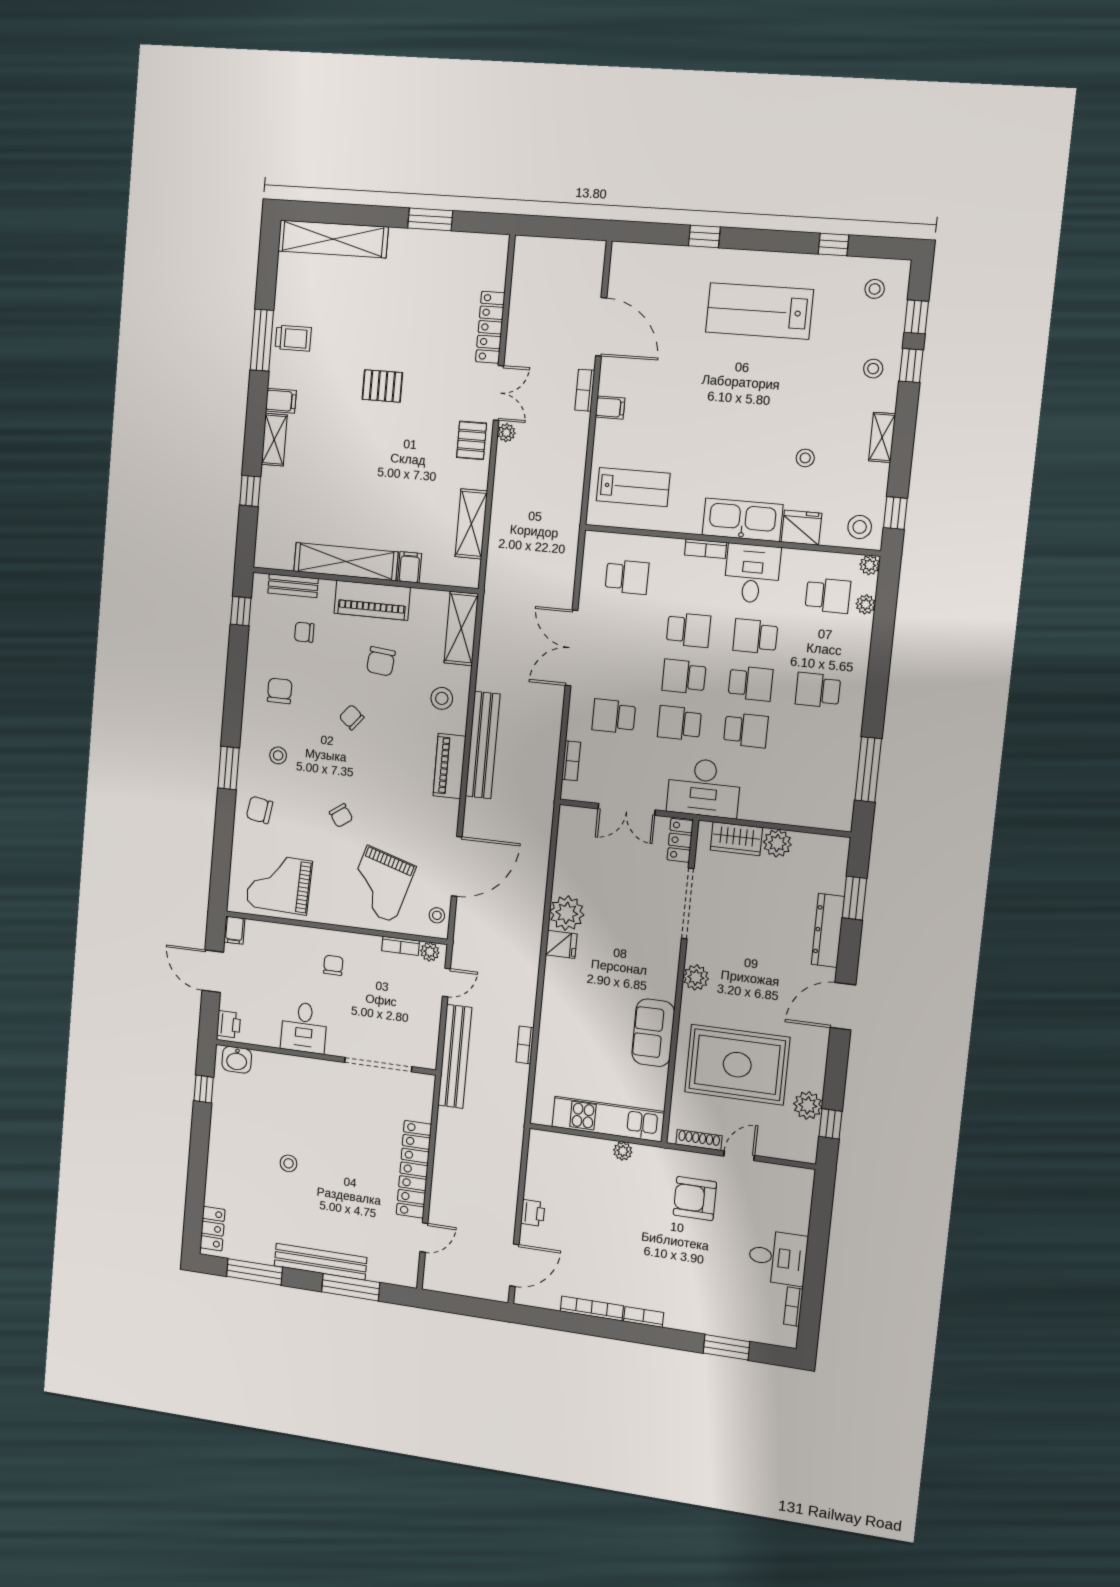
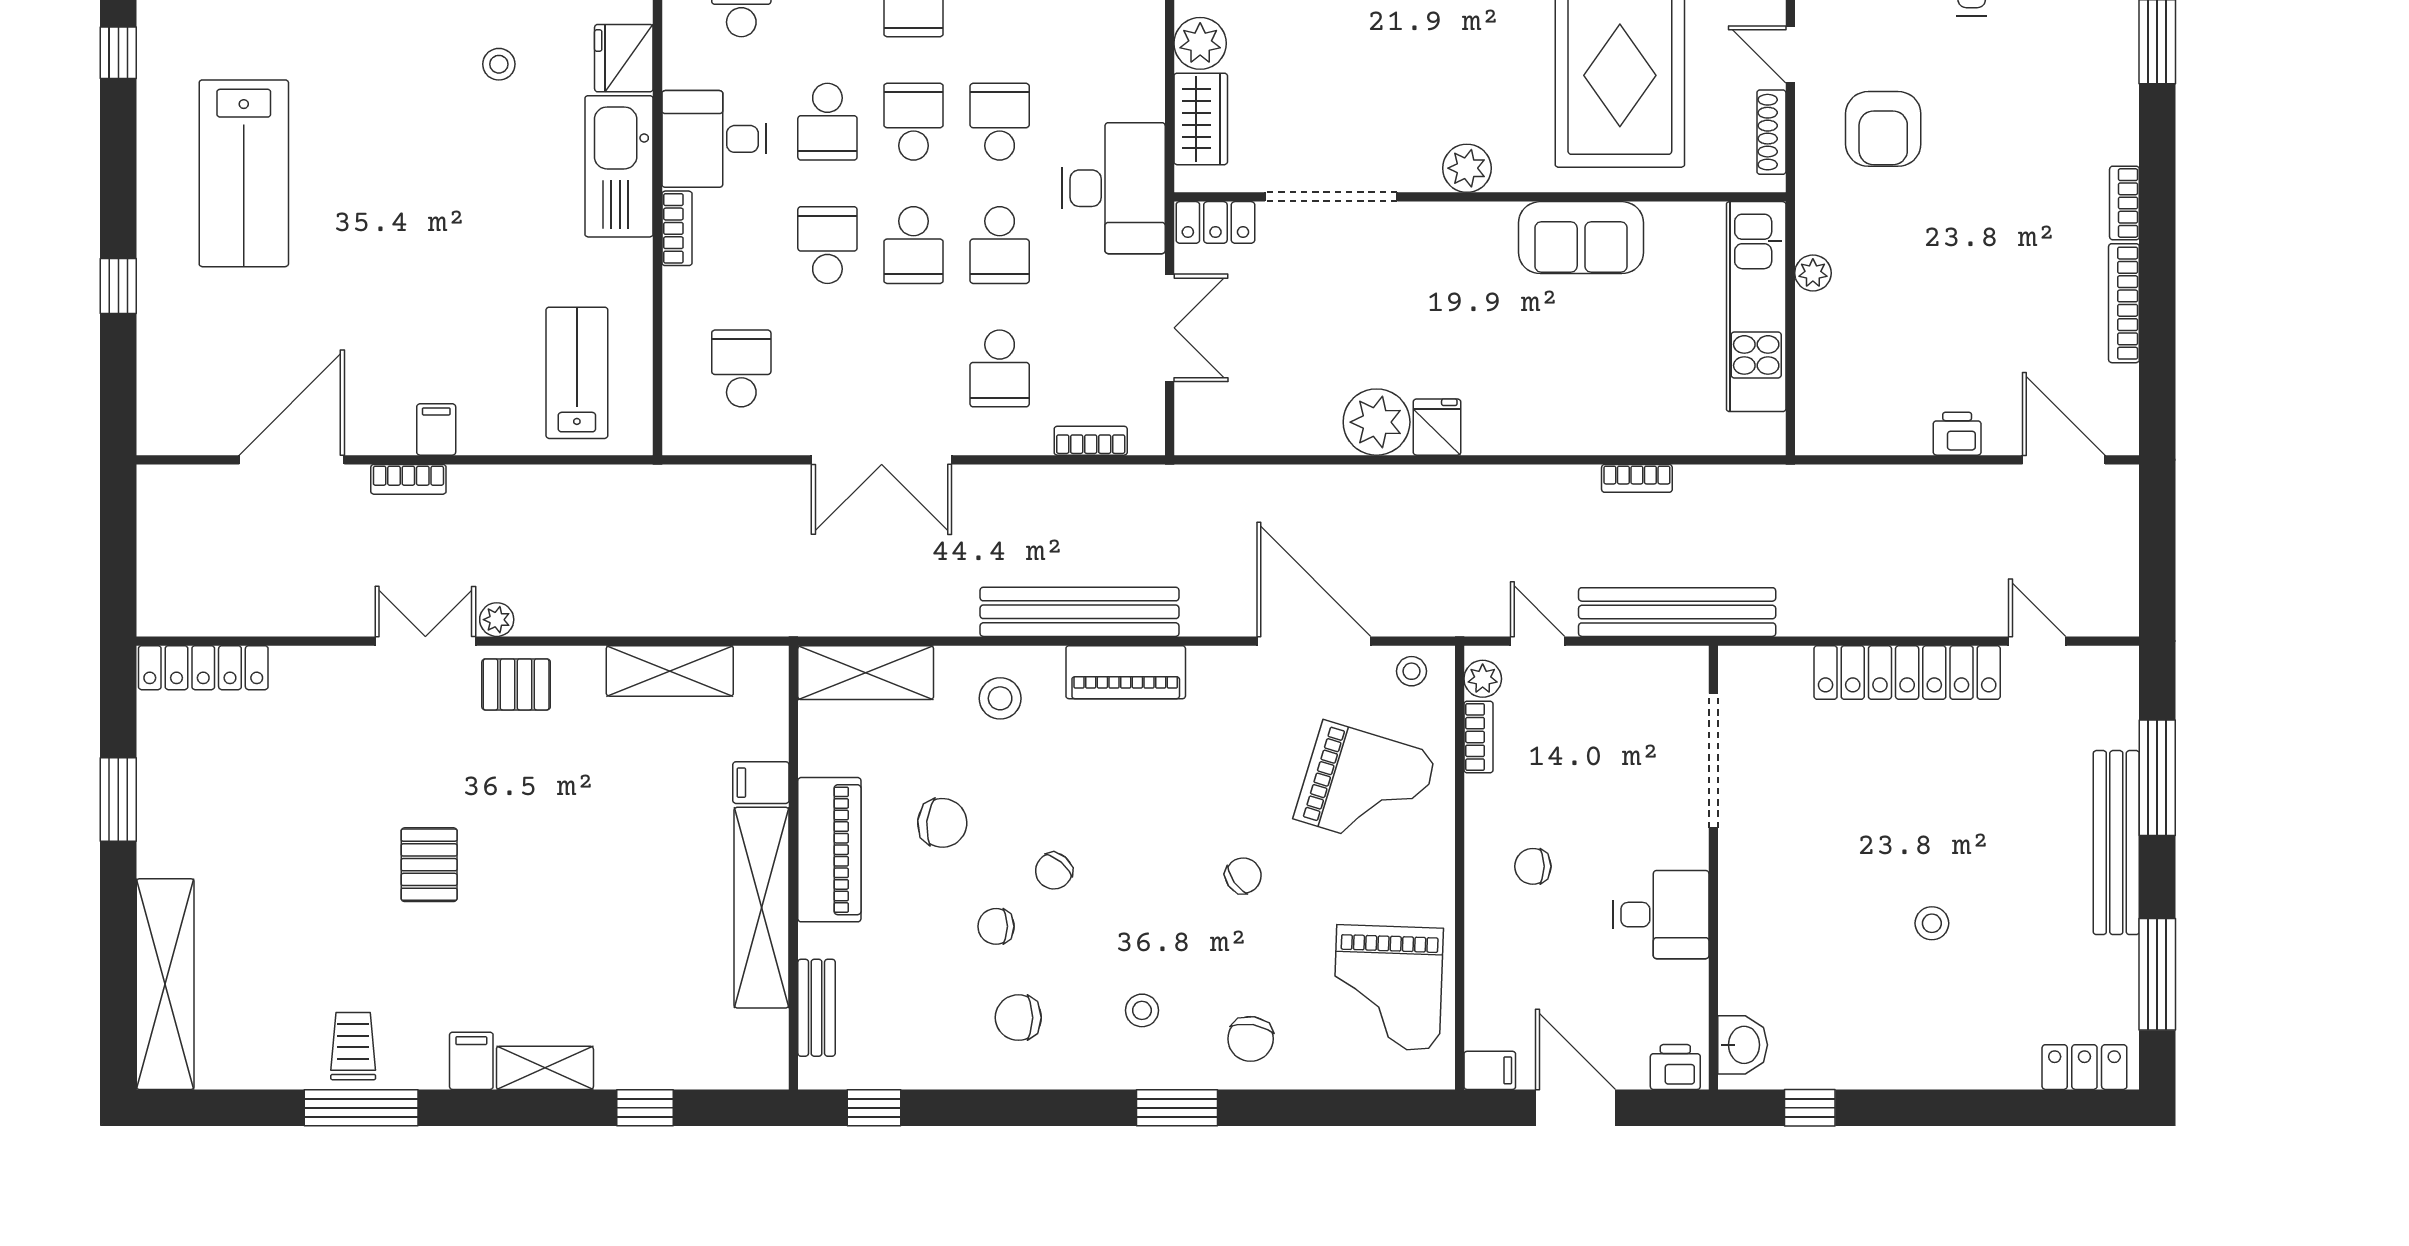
locker: (490, 327) -> (203, 668), moved
chair: (304, 632) -> (996, 926), moved, turned 90
door: (213, 971) -> (1576, 1108), swing flipped

